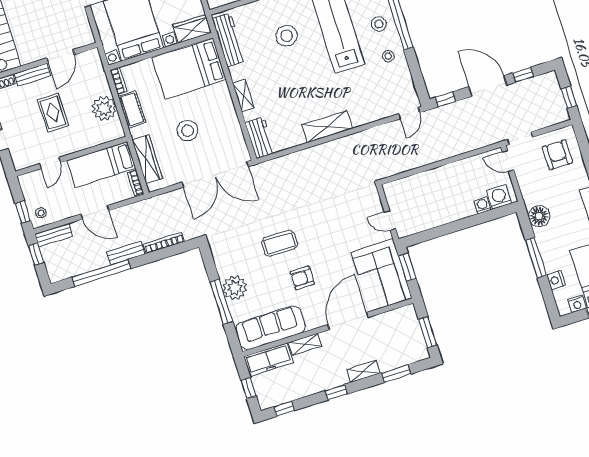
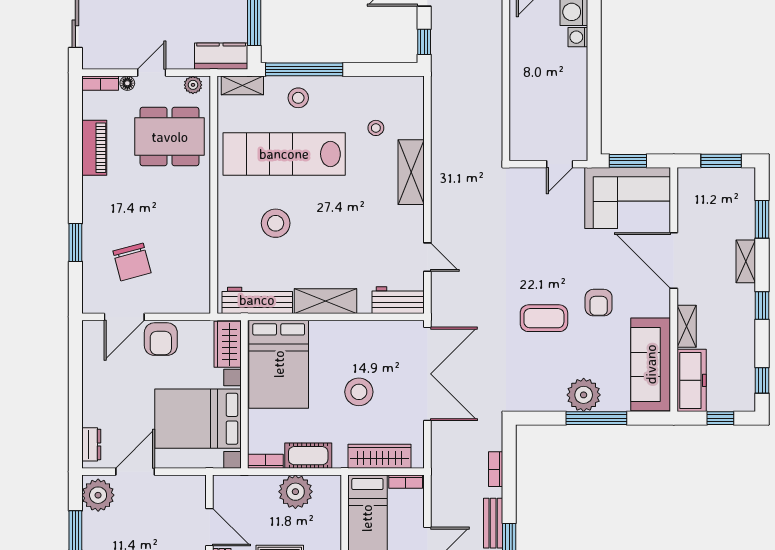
stool: (388, 56) -> (376, 128), moved
shelving: (243, 95) -> (326, 301), width x1.50, depth x1.33
door: (409, 113) -> (427, 257), moved
shelving: (327, 127) -> (411, 172), moved
bookcase: (164, 243) -> (496, 469), width x0.64
coffee table: (279, 243) -> (544, 318), turned 90

